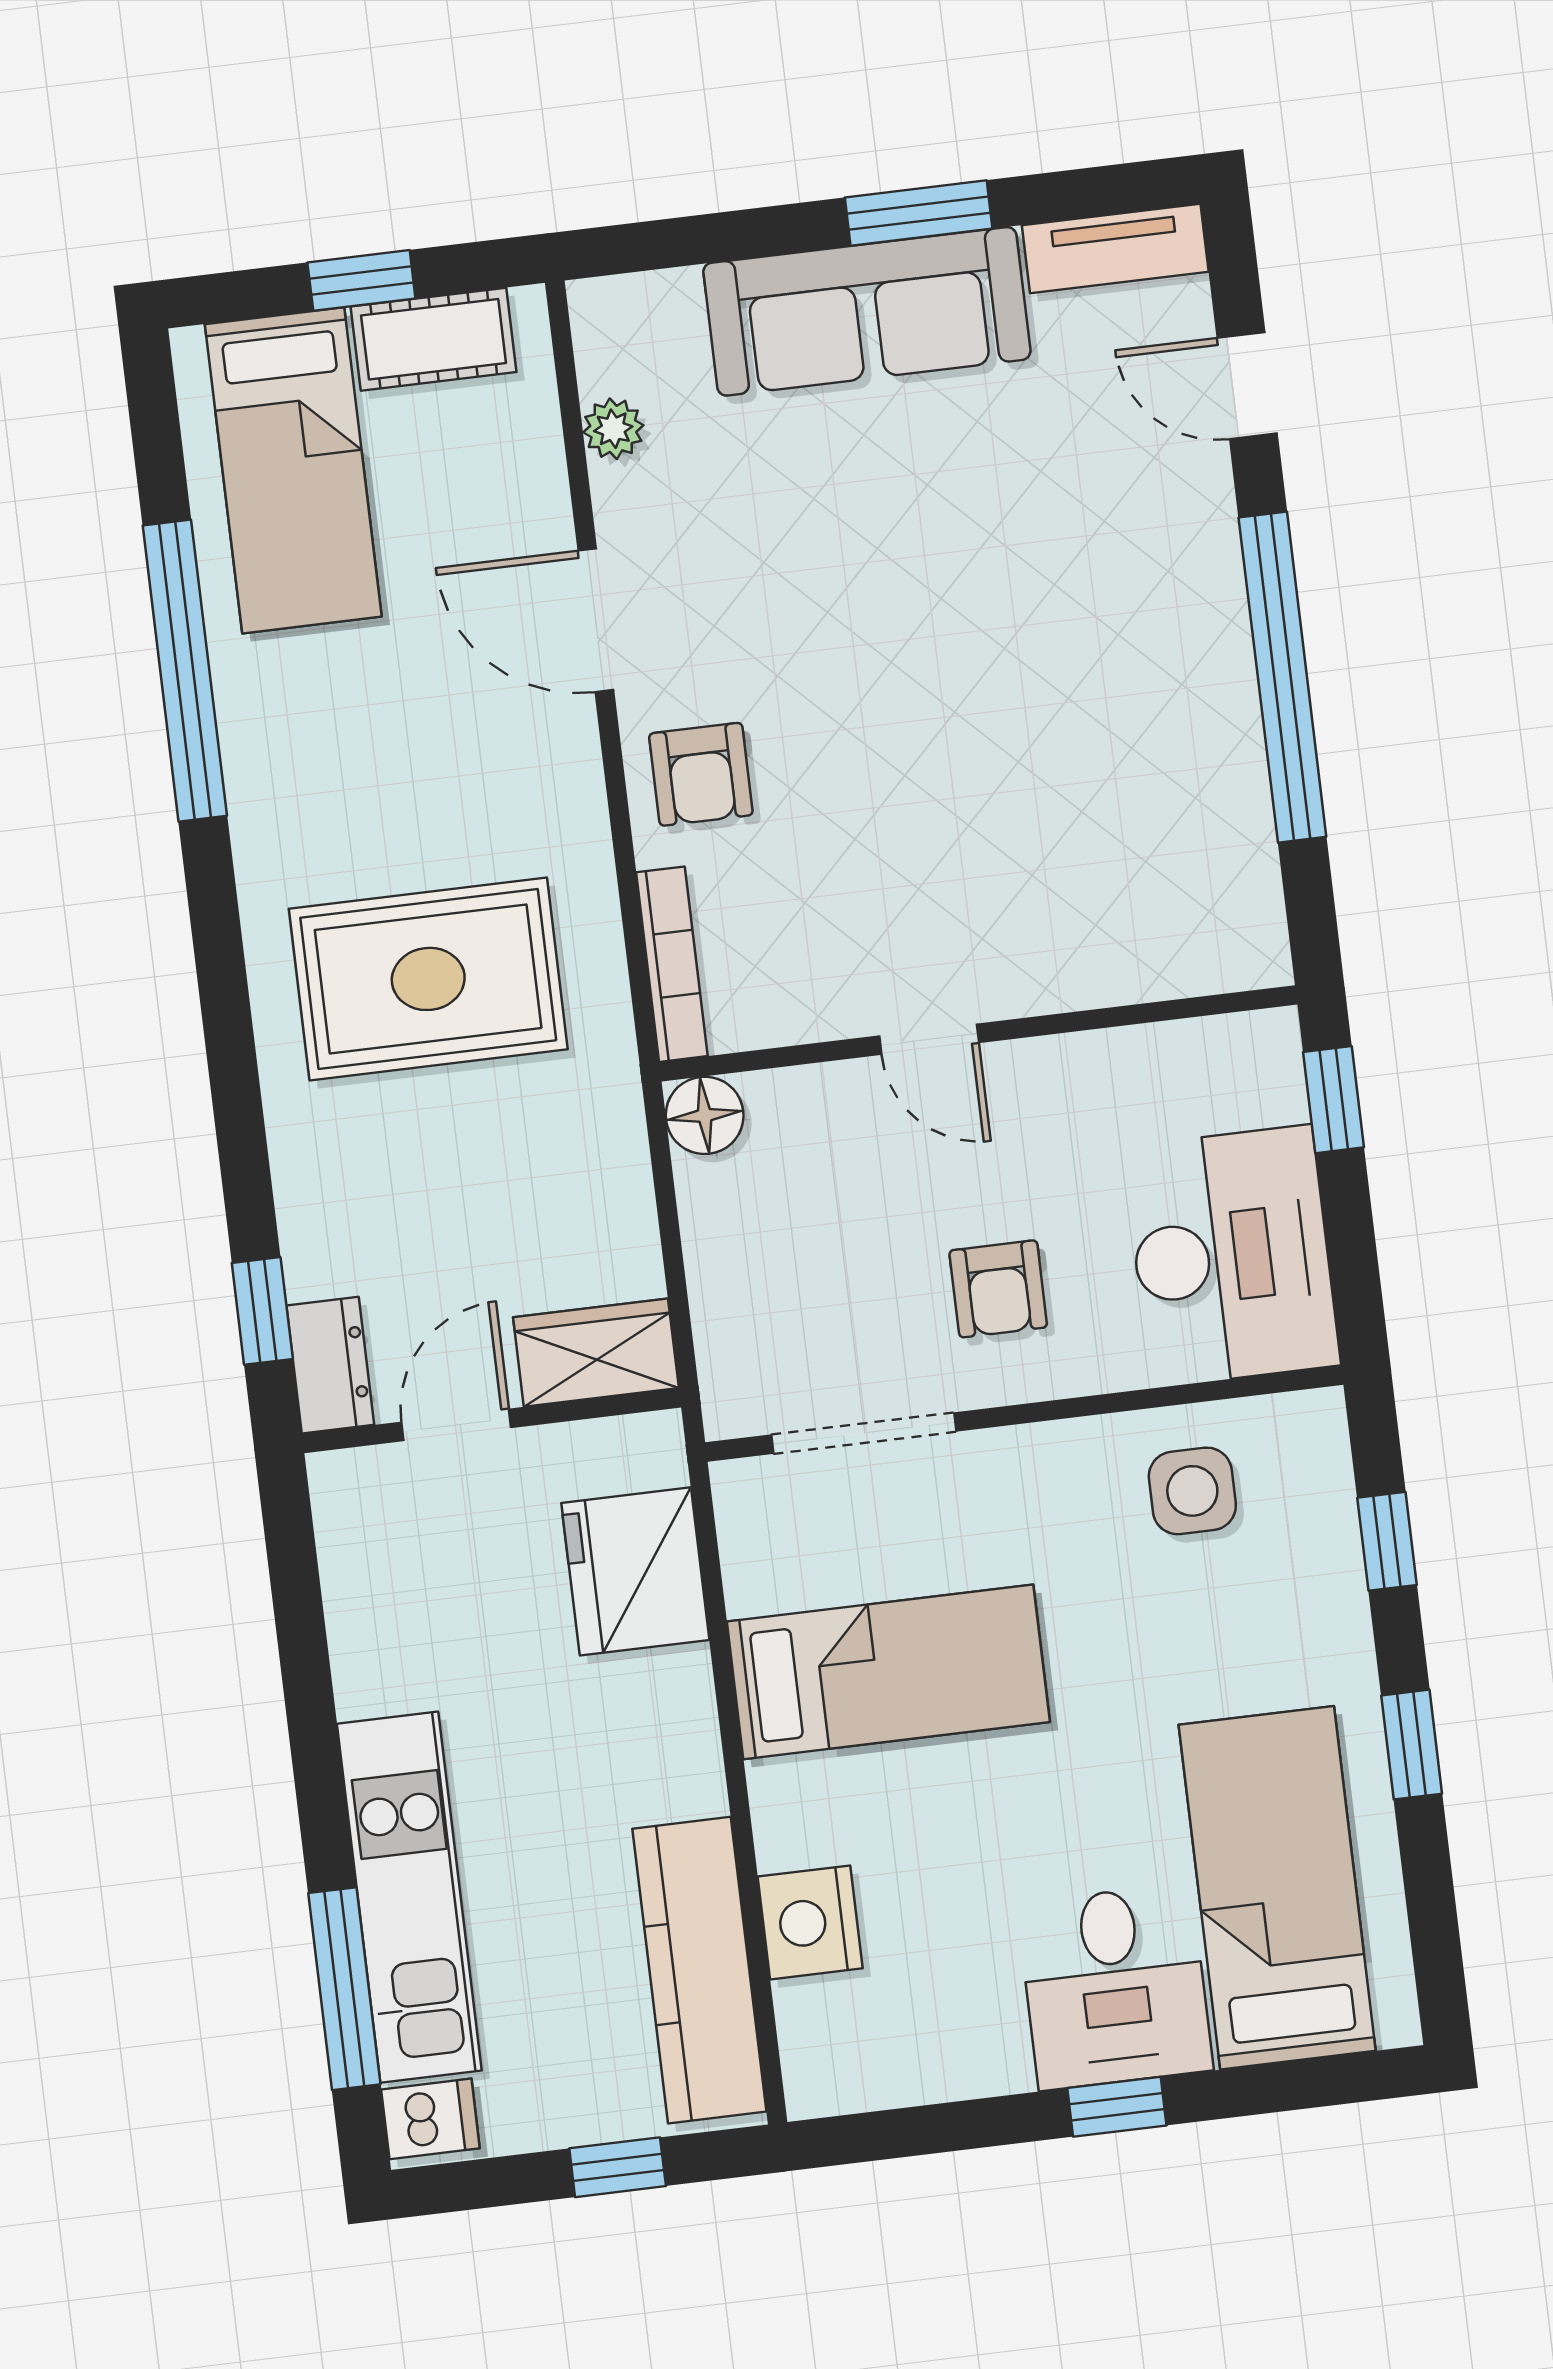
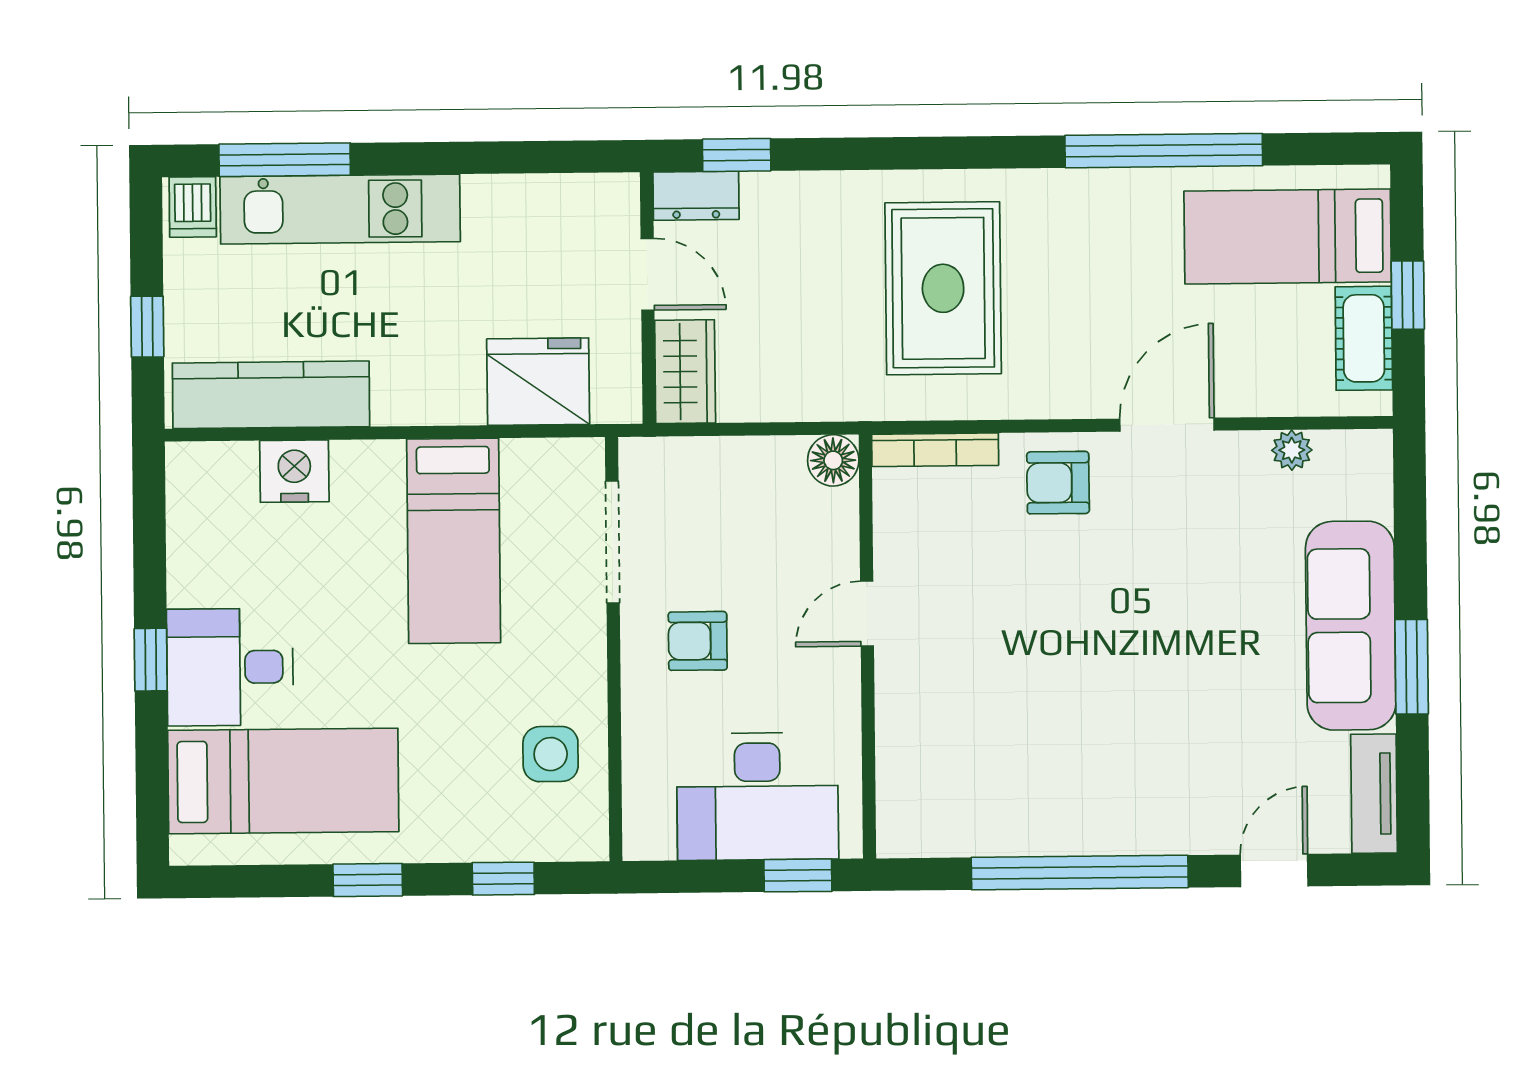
desk: (1232, 1256) -> (757, 796), moved

